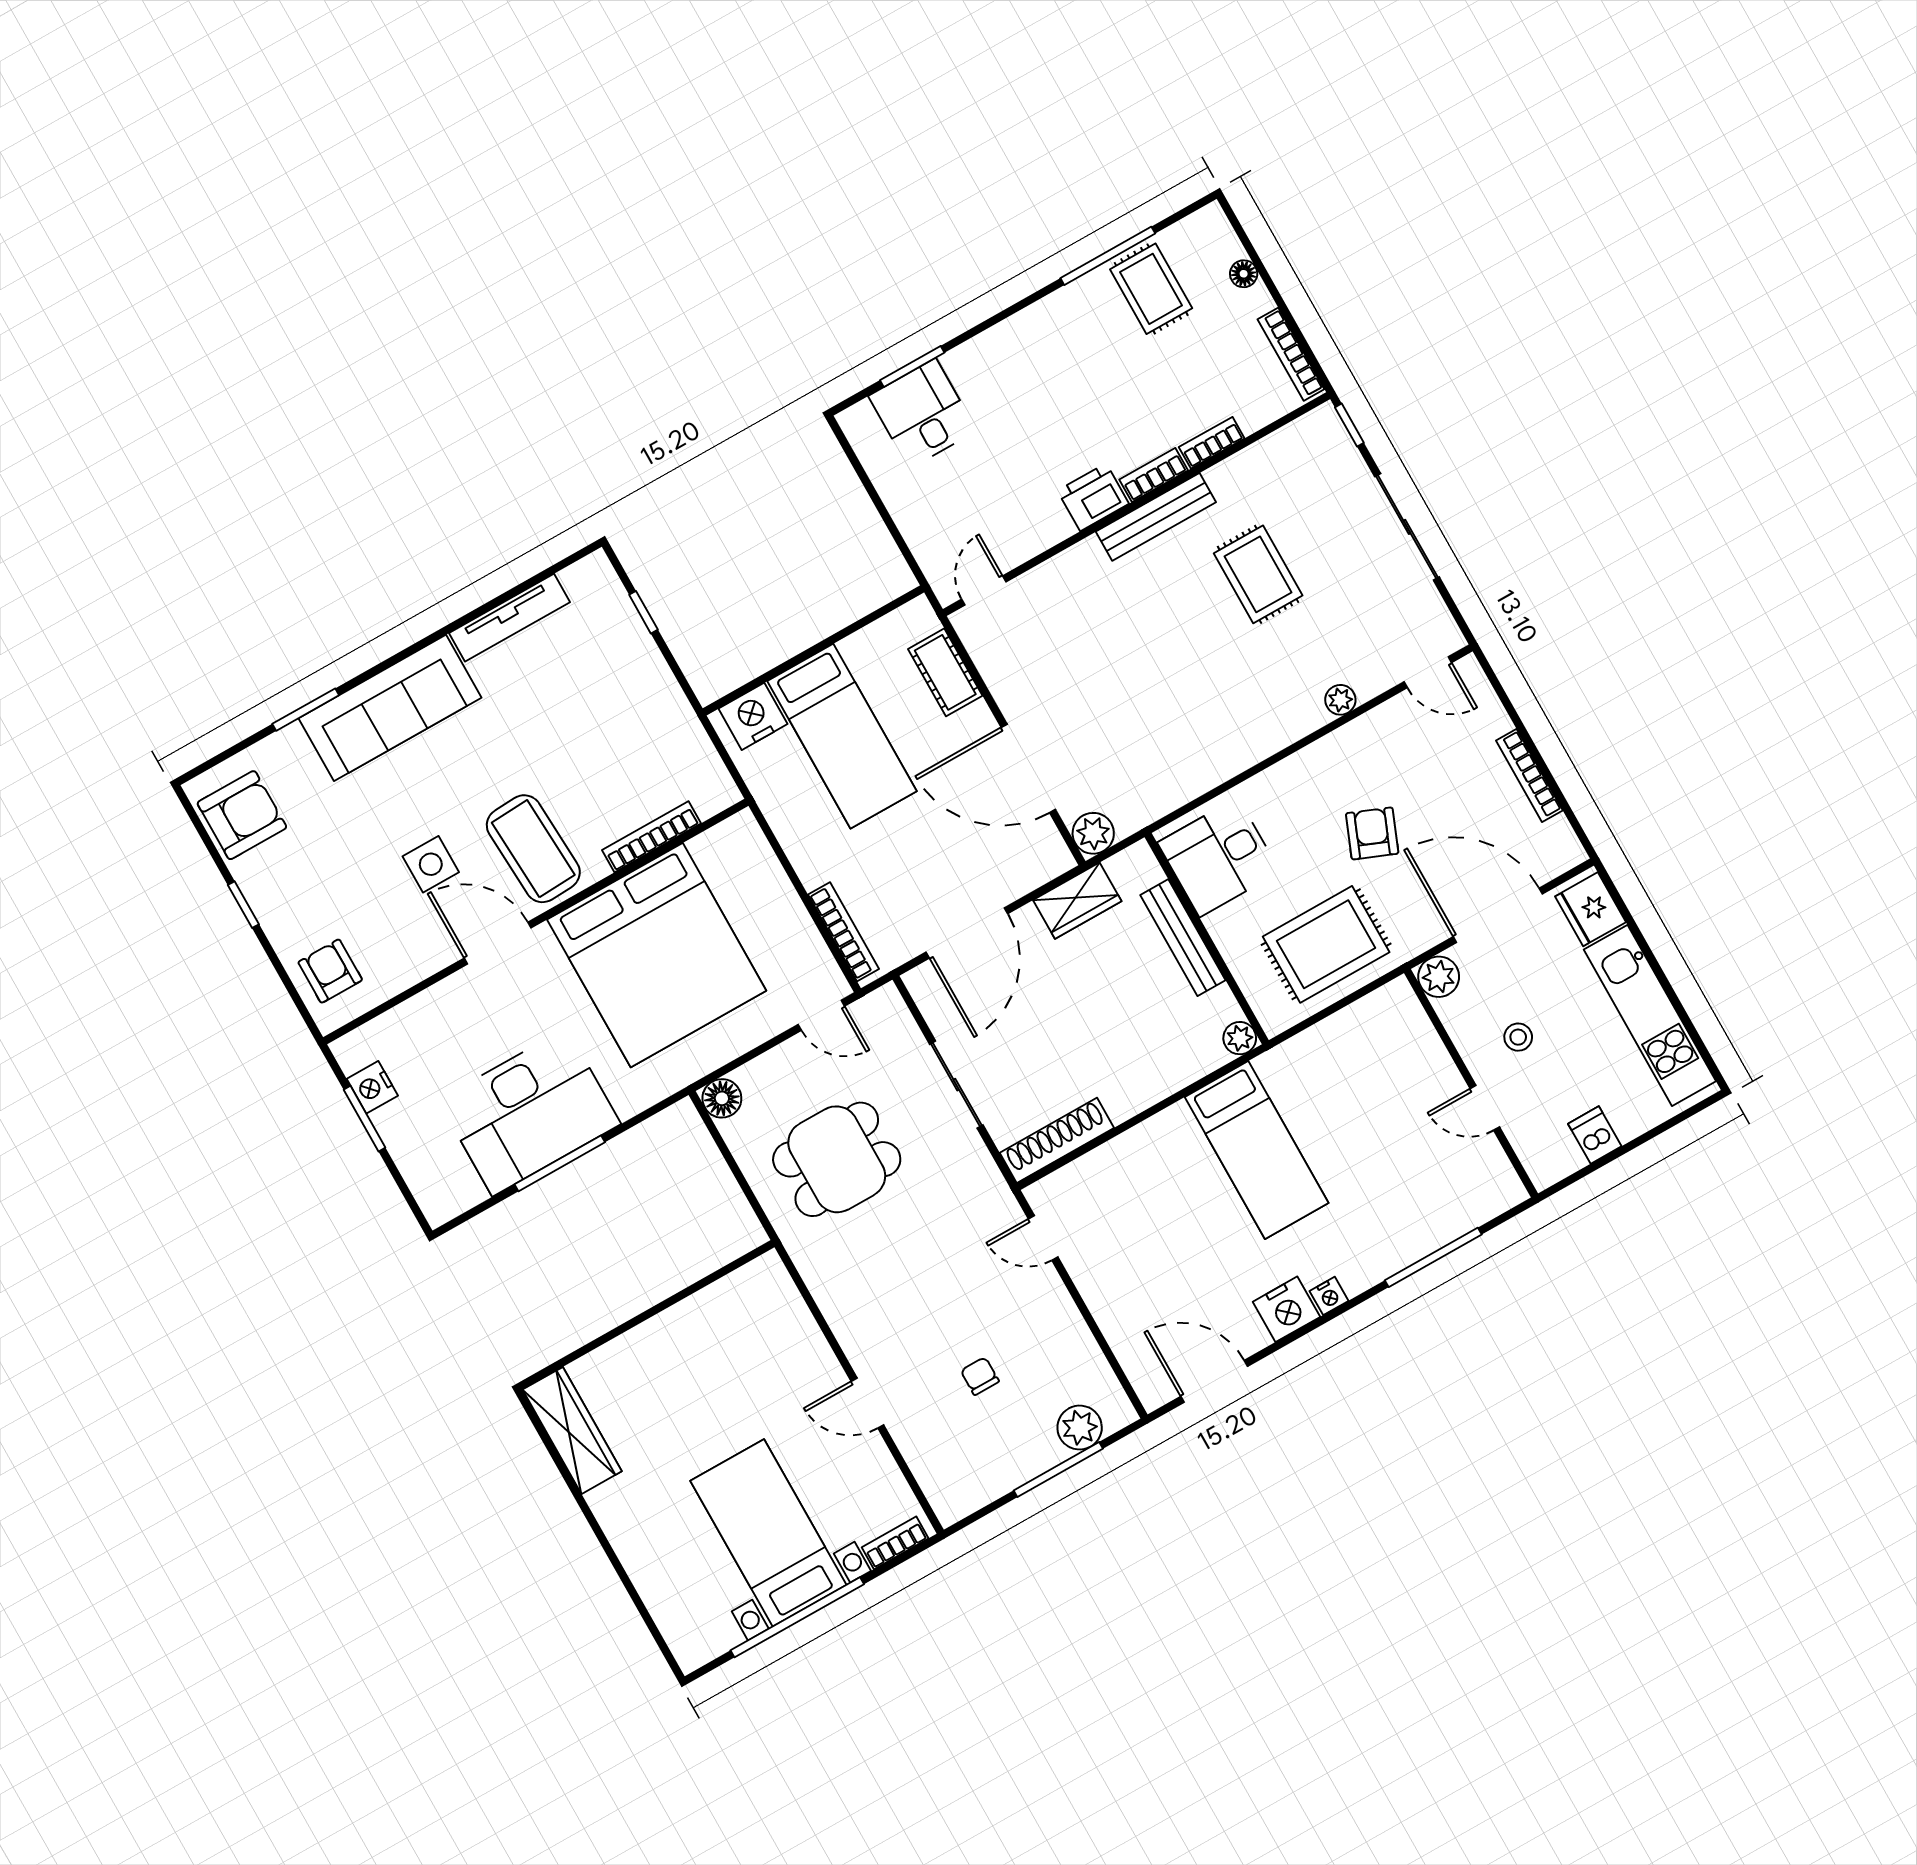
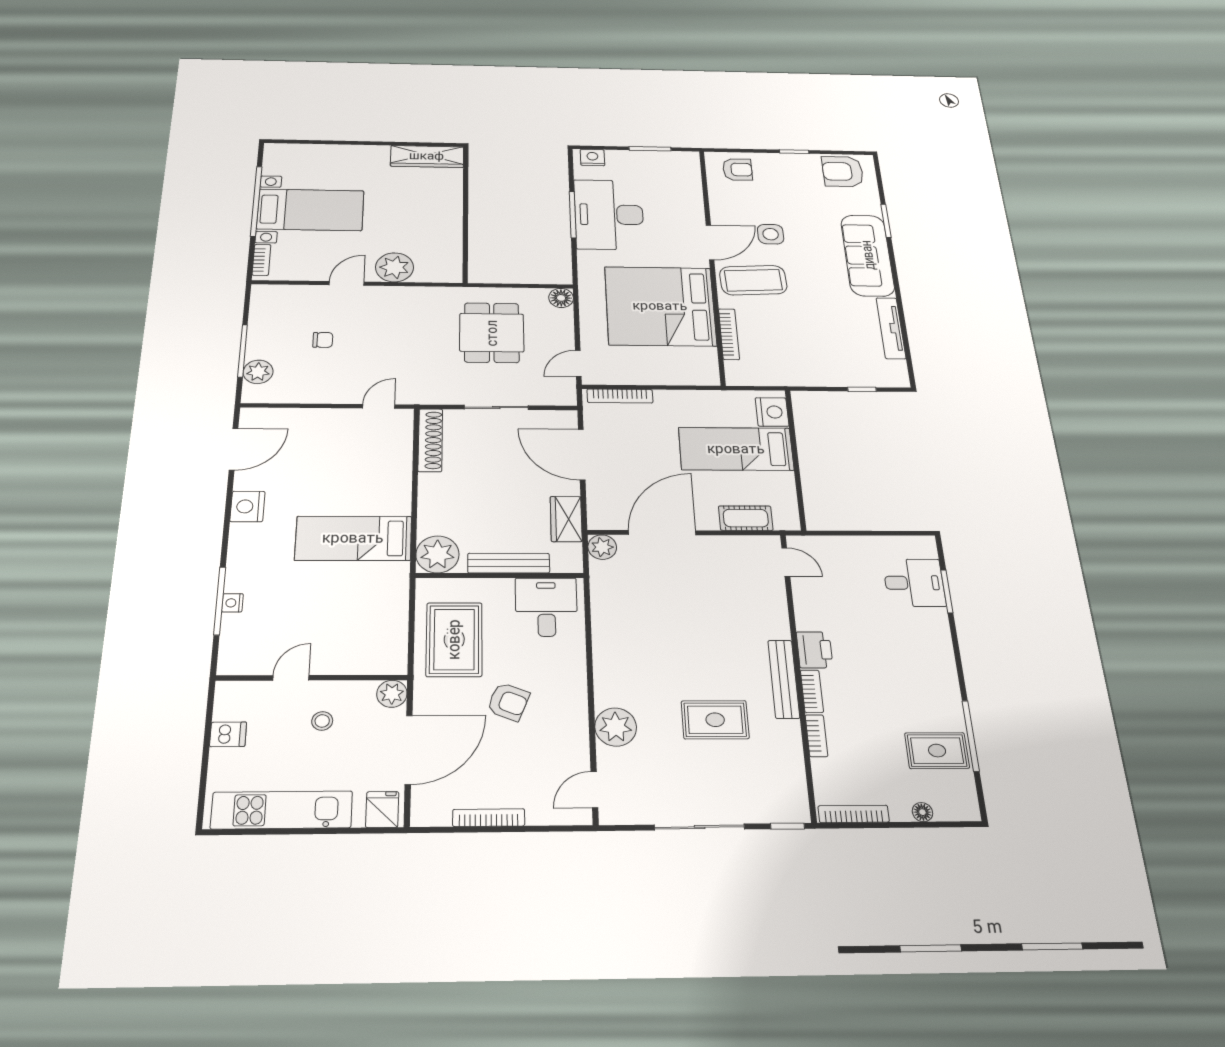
plant: (1340, 700) -> (616, 727), width x1.88, depth x1.88
armchair: (242, 815) -> (843, 171), turned 90
fridge: (1590, 909) -> (382, 809), width x0.72
plant: (1240, 1038) -> (437, 554), width x1.87, depth x1.87
nightstand: (372, 1087) -> (592, 157), moved
nightstand: (1329, 1296) -> (233, 603), moved
plant: (802, 1355) -> (395, 267), added

